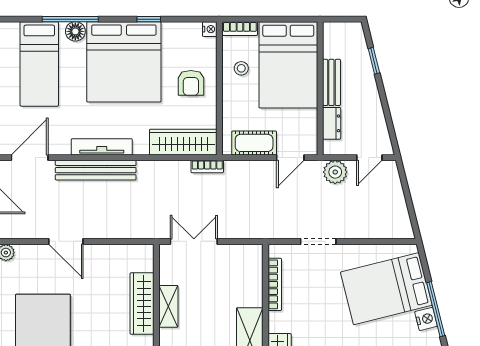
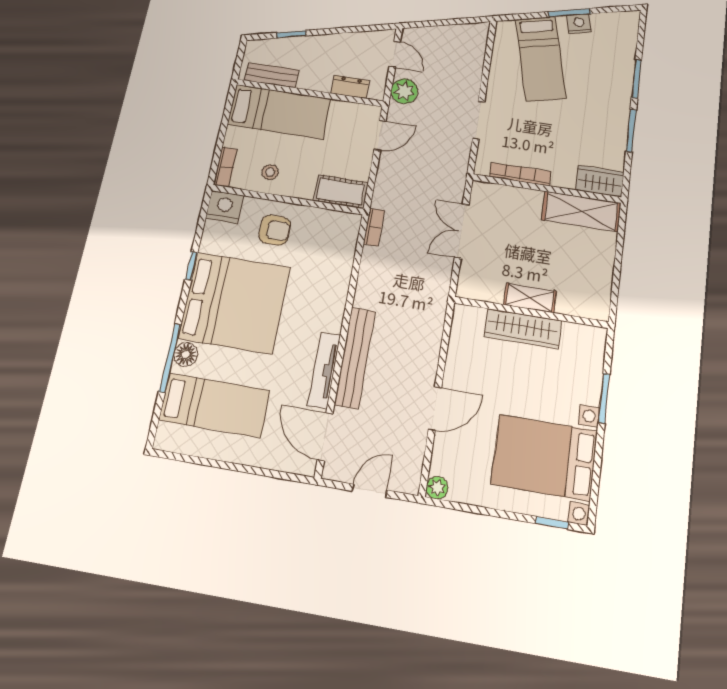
nightstand: (210, 29) -> (225, 207), width x1.89, depth x1.79
bed: (288, 65) -> (279, 112), width x0.67
bench: (331, 82) -> (272, 75), moved
wardrobe: (183, 142) -> (341, 250), removed
cot: (254, 143) -> (341, 192), moved, turned 90
tv unit: (102, 147) -> (324, 370), moved
door: (290, 158) -> (380, 135), hinge flipped
double door: (194, 241) -> (462, 231), moved
bed: (386, 289) -> (541, 58), width x0.67
window: (436, 309) -> (569, 13), width x0.69

